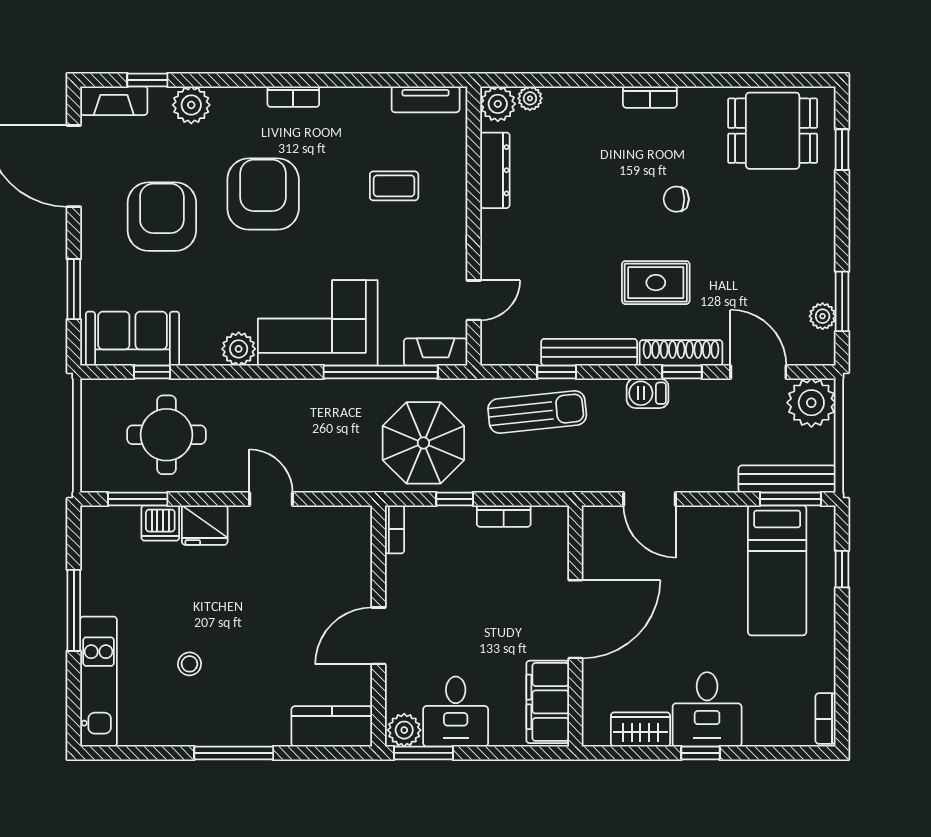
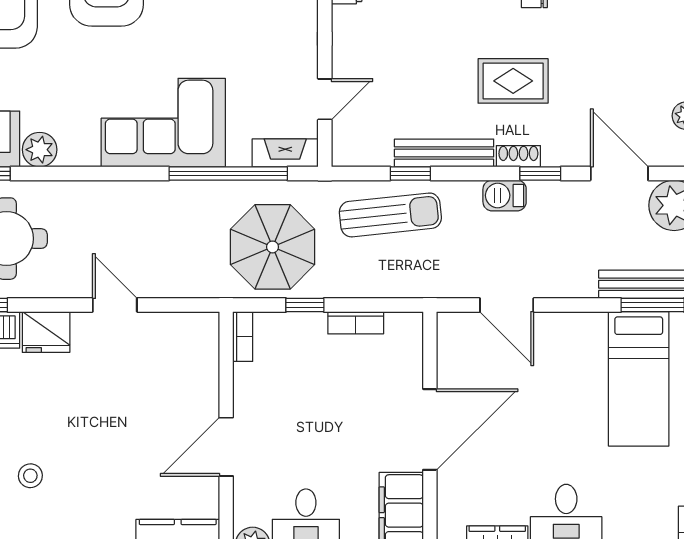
plant: (239, 349) -> (40, 150), moved
shoe rack: (681, 353) -> (518, 156), width x0.51, depth x0.81

